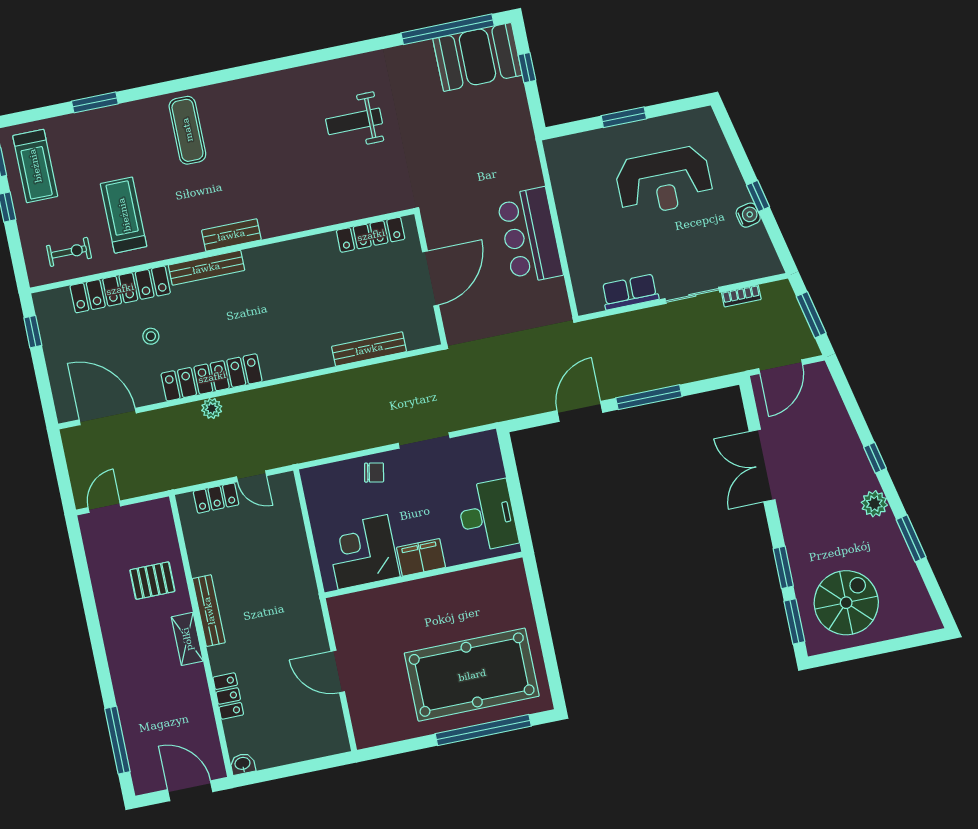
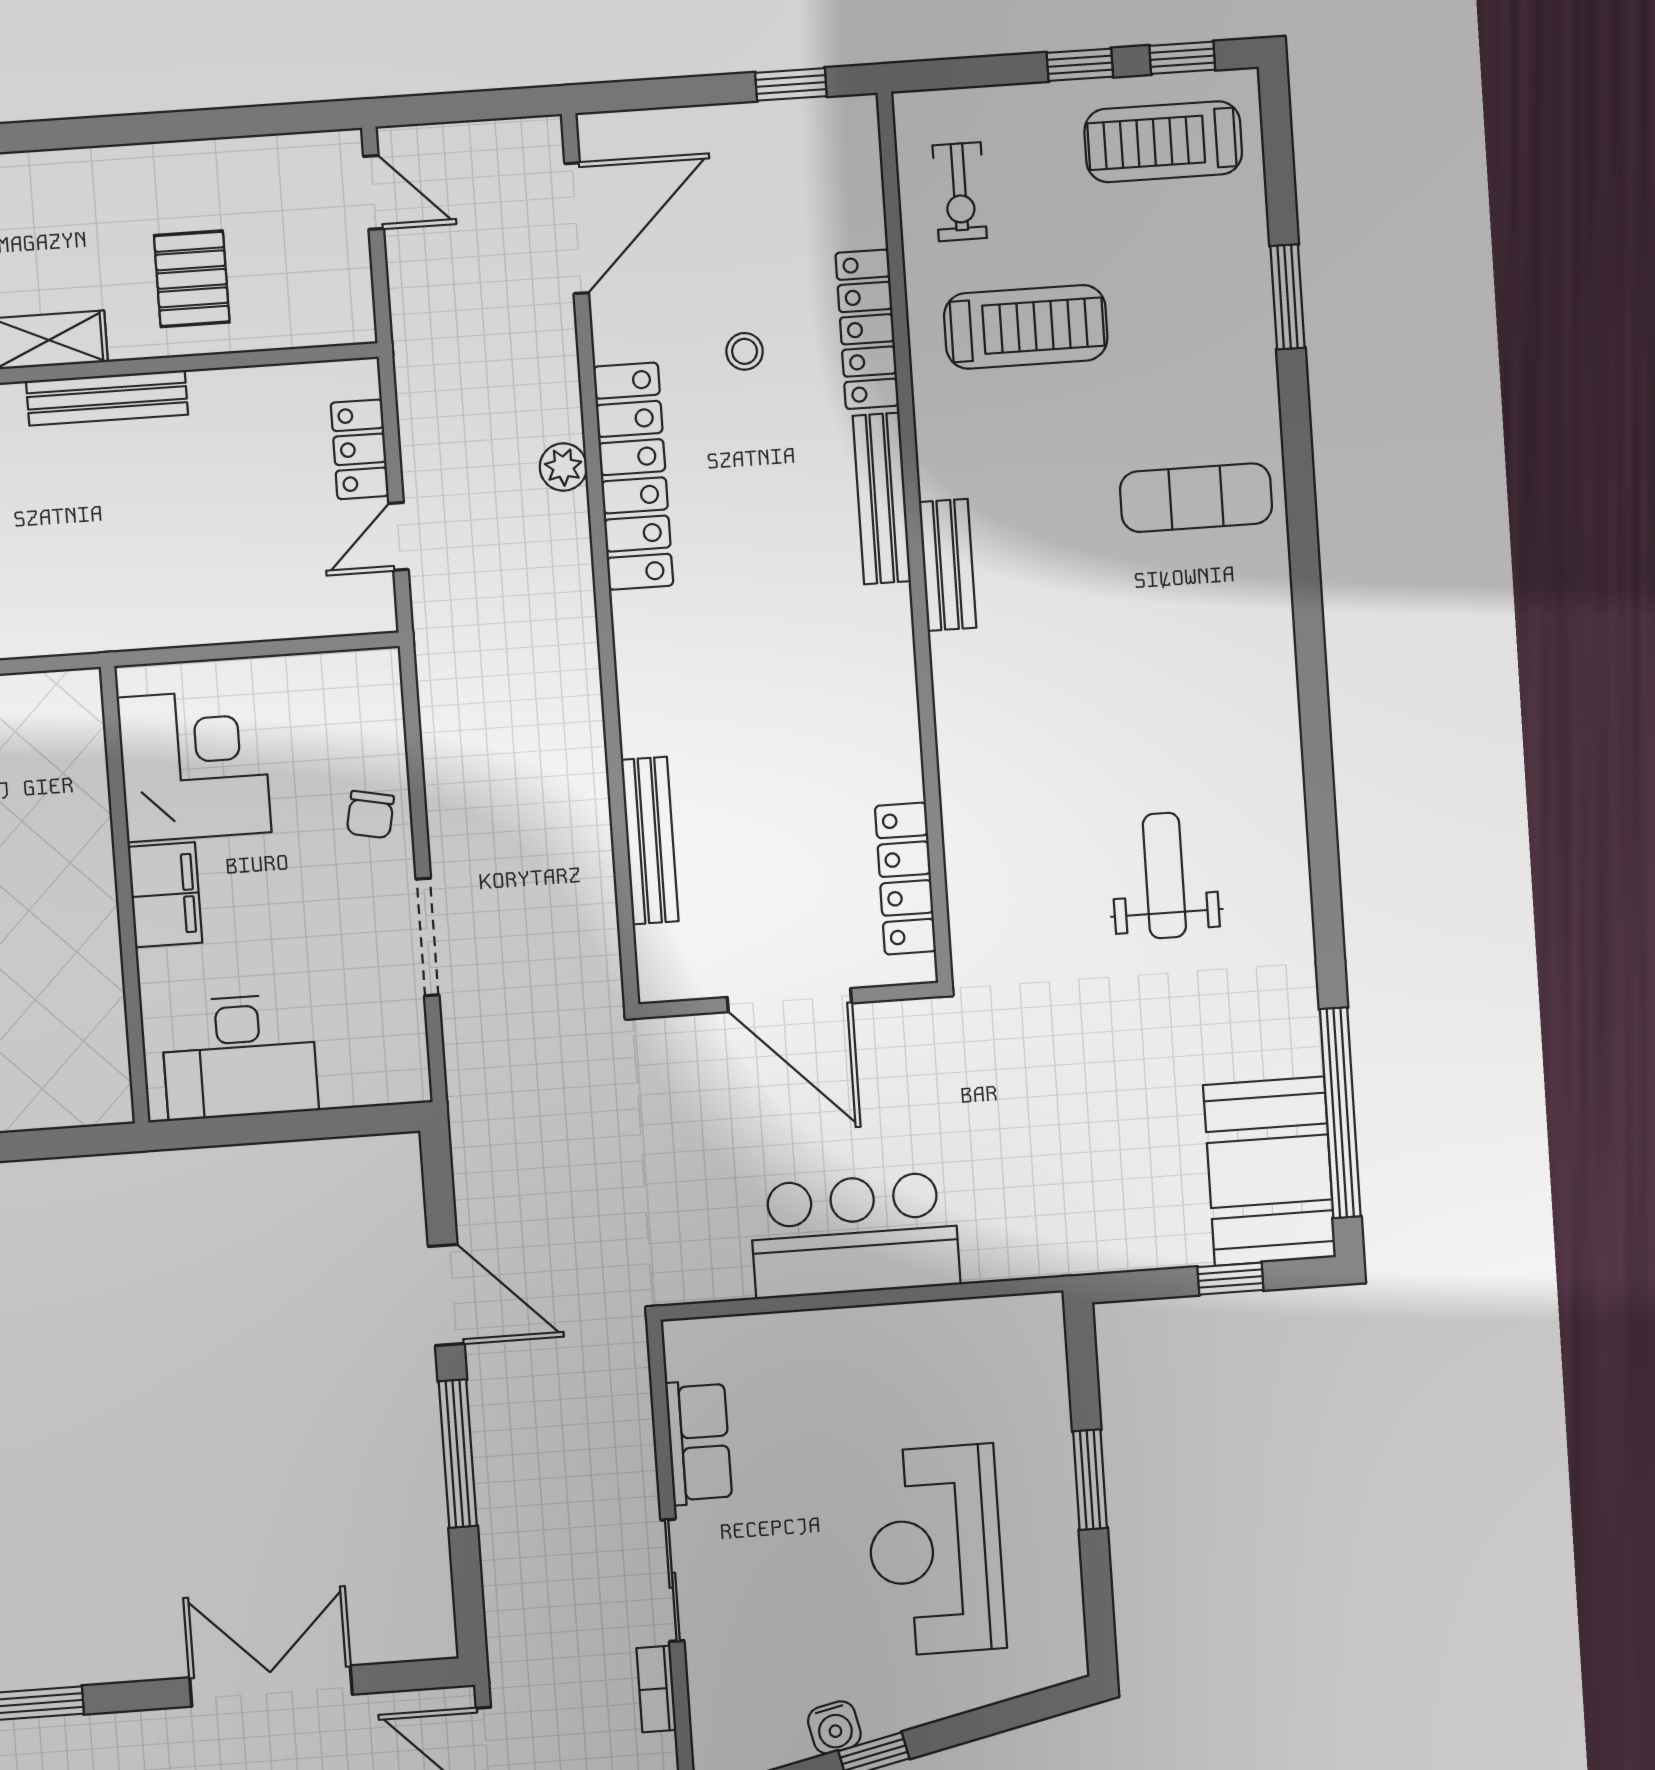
locker: (120, 289) -> (867, 329), width x0.71, depth x0.83

